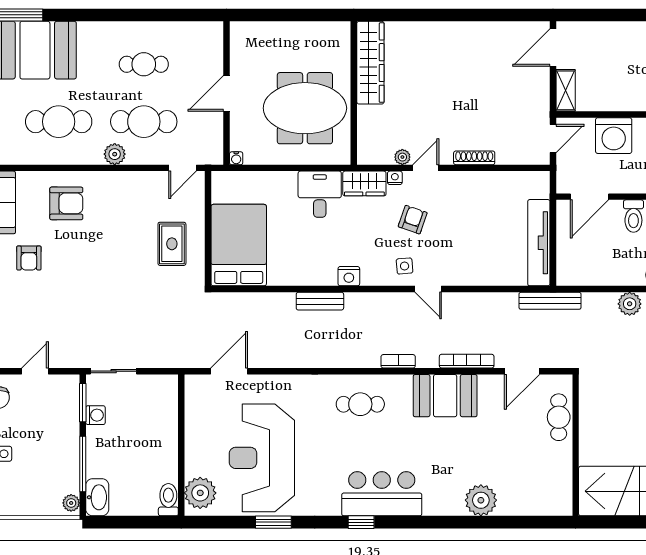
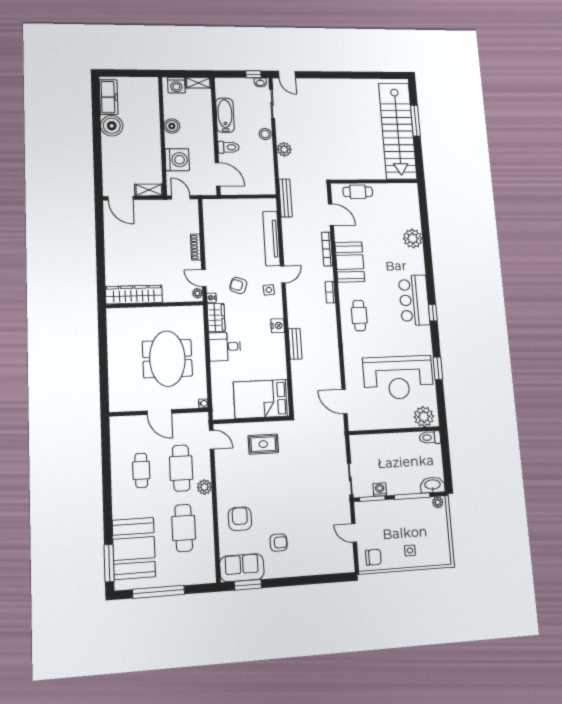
wardrobe: (370, 63) -> (134, 295), moved
wall: (354, 93) -> (155, 305), moved
tv unit: (539, 243) -> (271, 239), moved, turned 90

